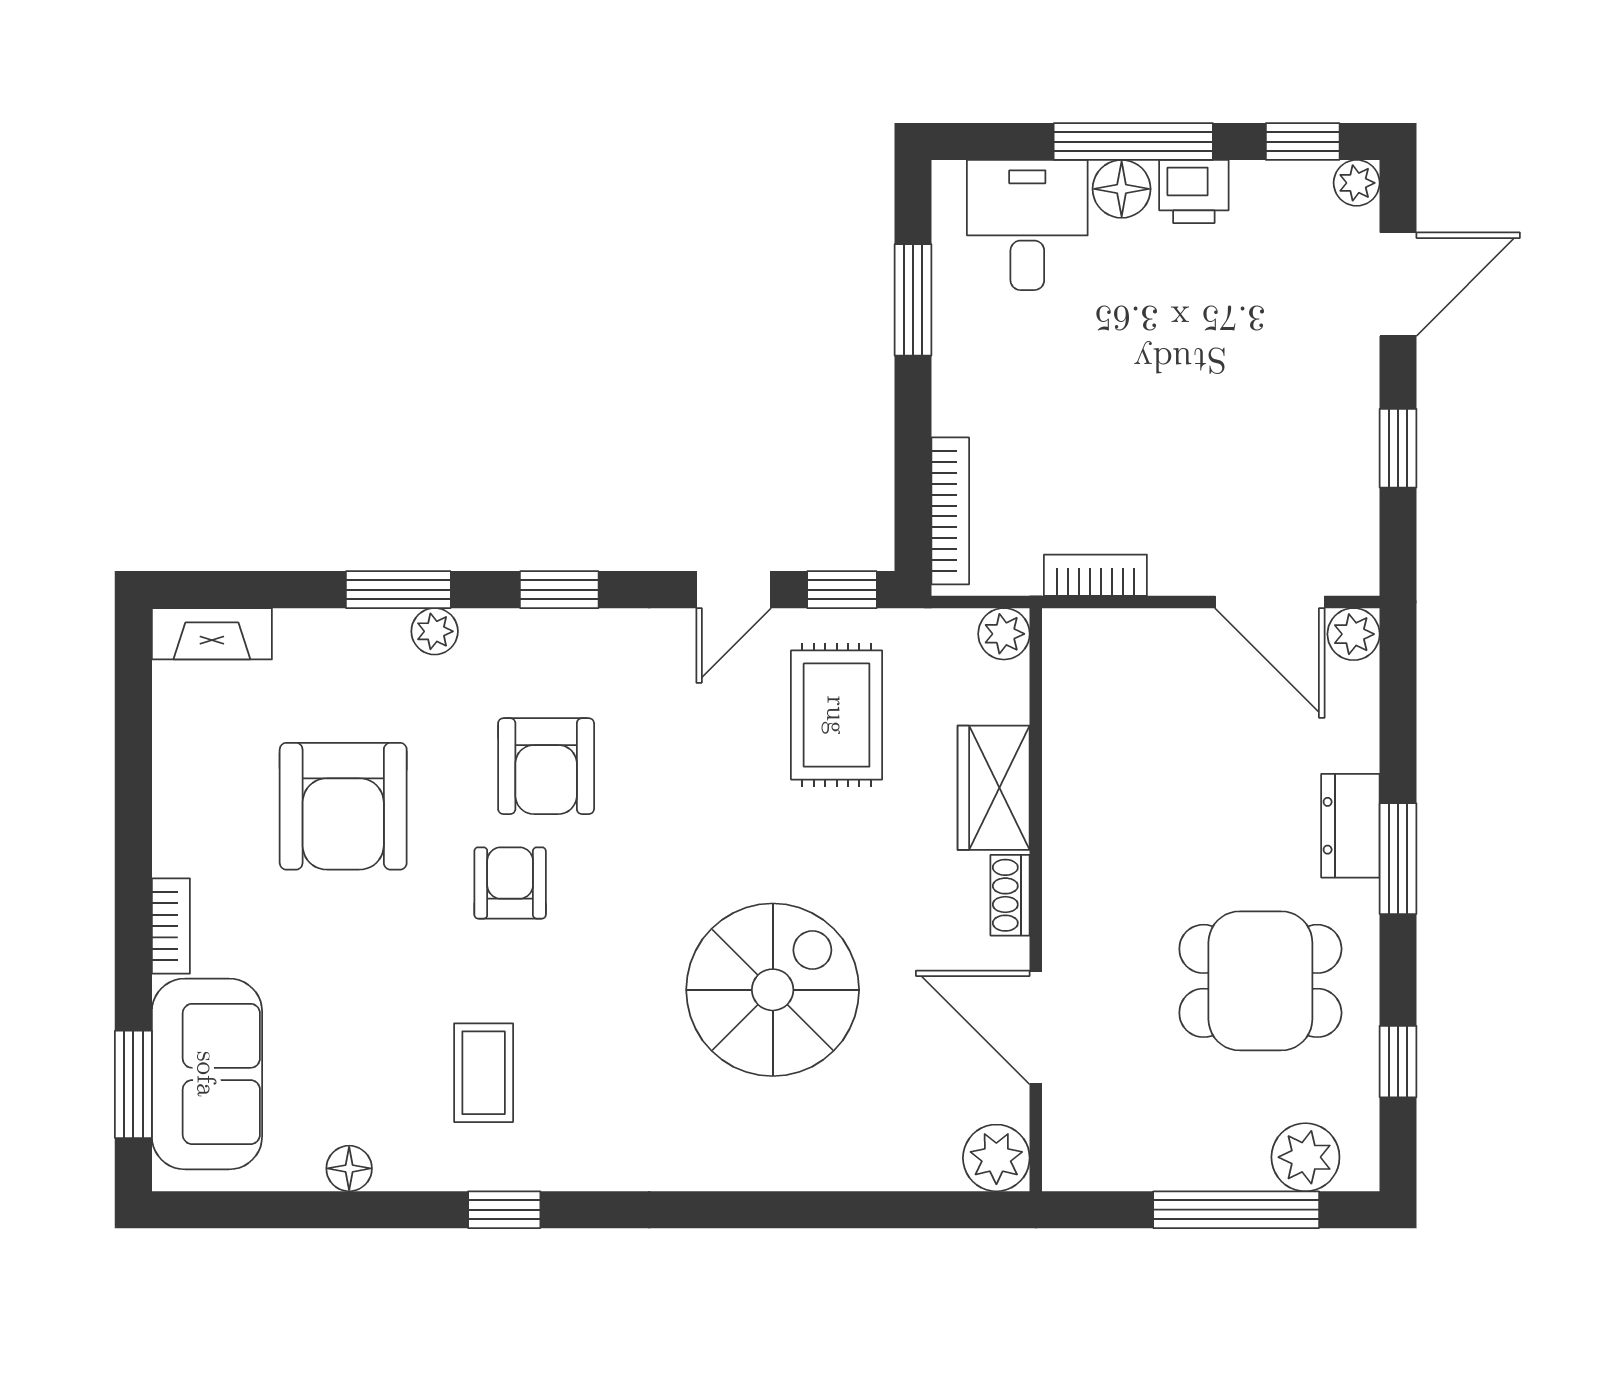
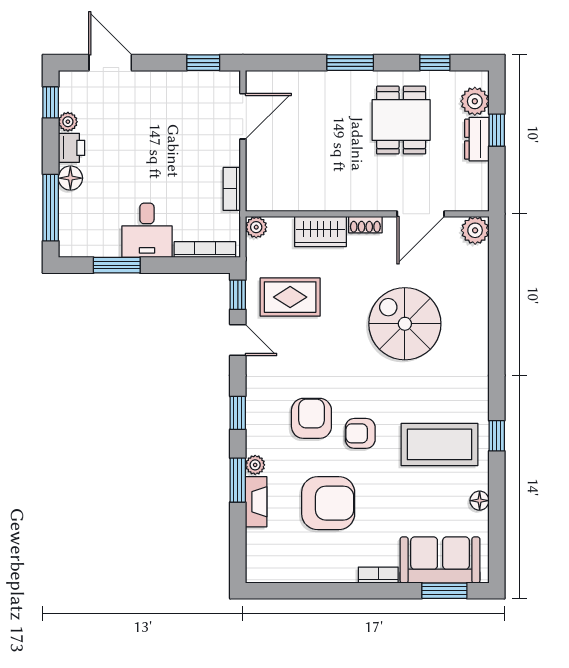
window: (1133, 142) -> (51, 208), moved
plant: (1357, 183) -> (68, 122), moved
desk: (1027, 225) -> (147, 230), moved, turned -90
window: (1398, 448) -> (203, 63), moved
fireplace: (212, 634) -> (256, 502), moved
plant: (1354, 634) -> (256, 81), removed
armchair: (546, 766) -> (311, 418), turned -90
dresser: (1350, 826) -> (477, 139), moved, turned 90
coffee table: (484, 1073) -> (440, 444), width x1.86, depth x1.72
window: (1236, 1210) -> (497, 130), width x0.46

